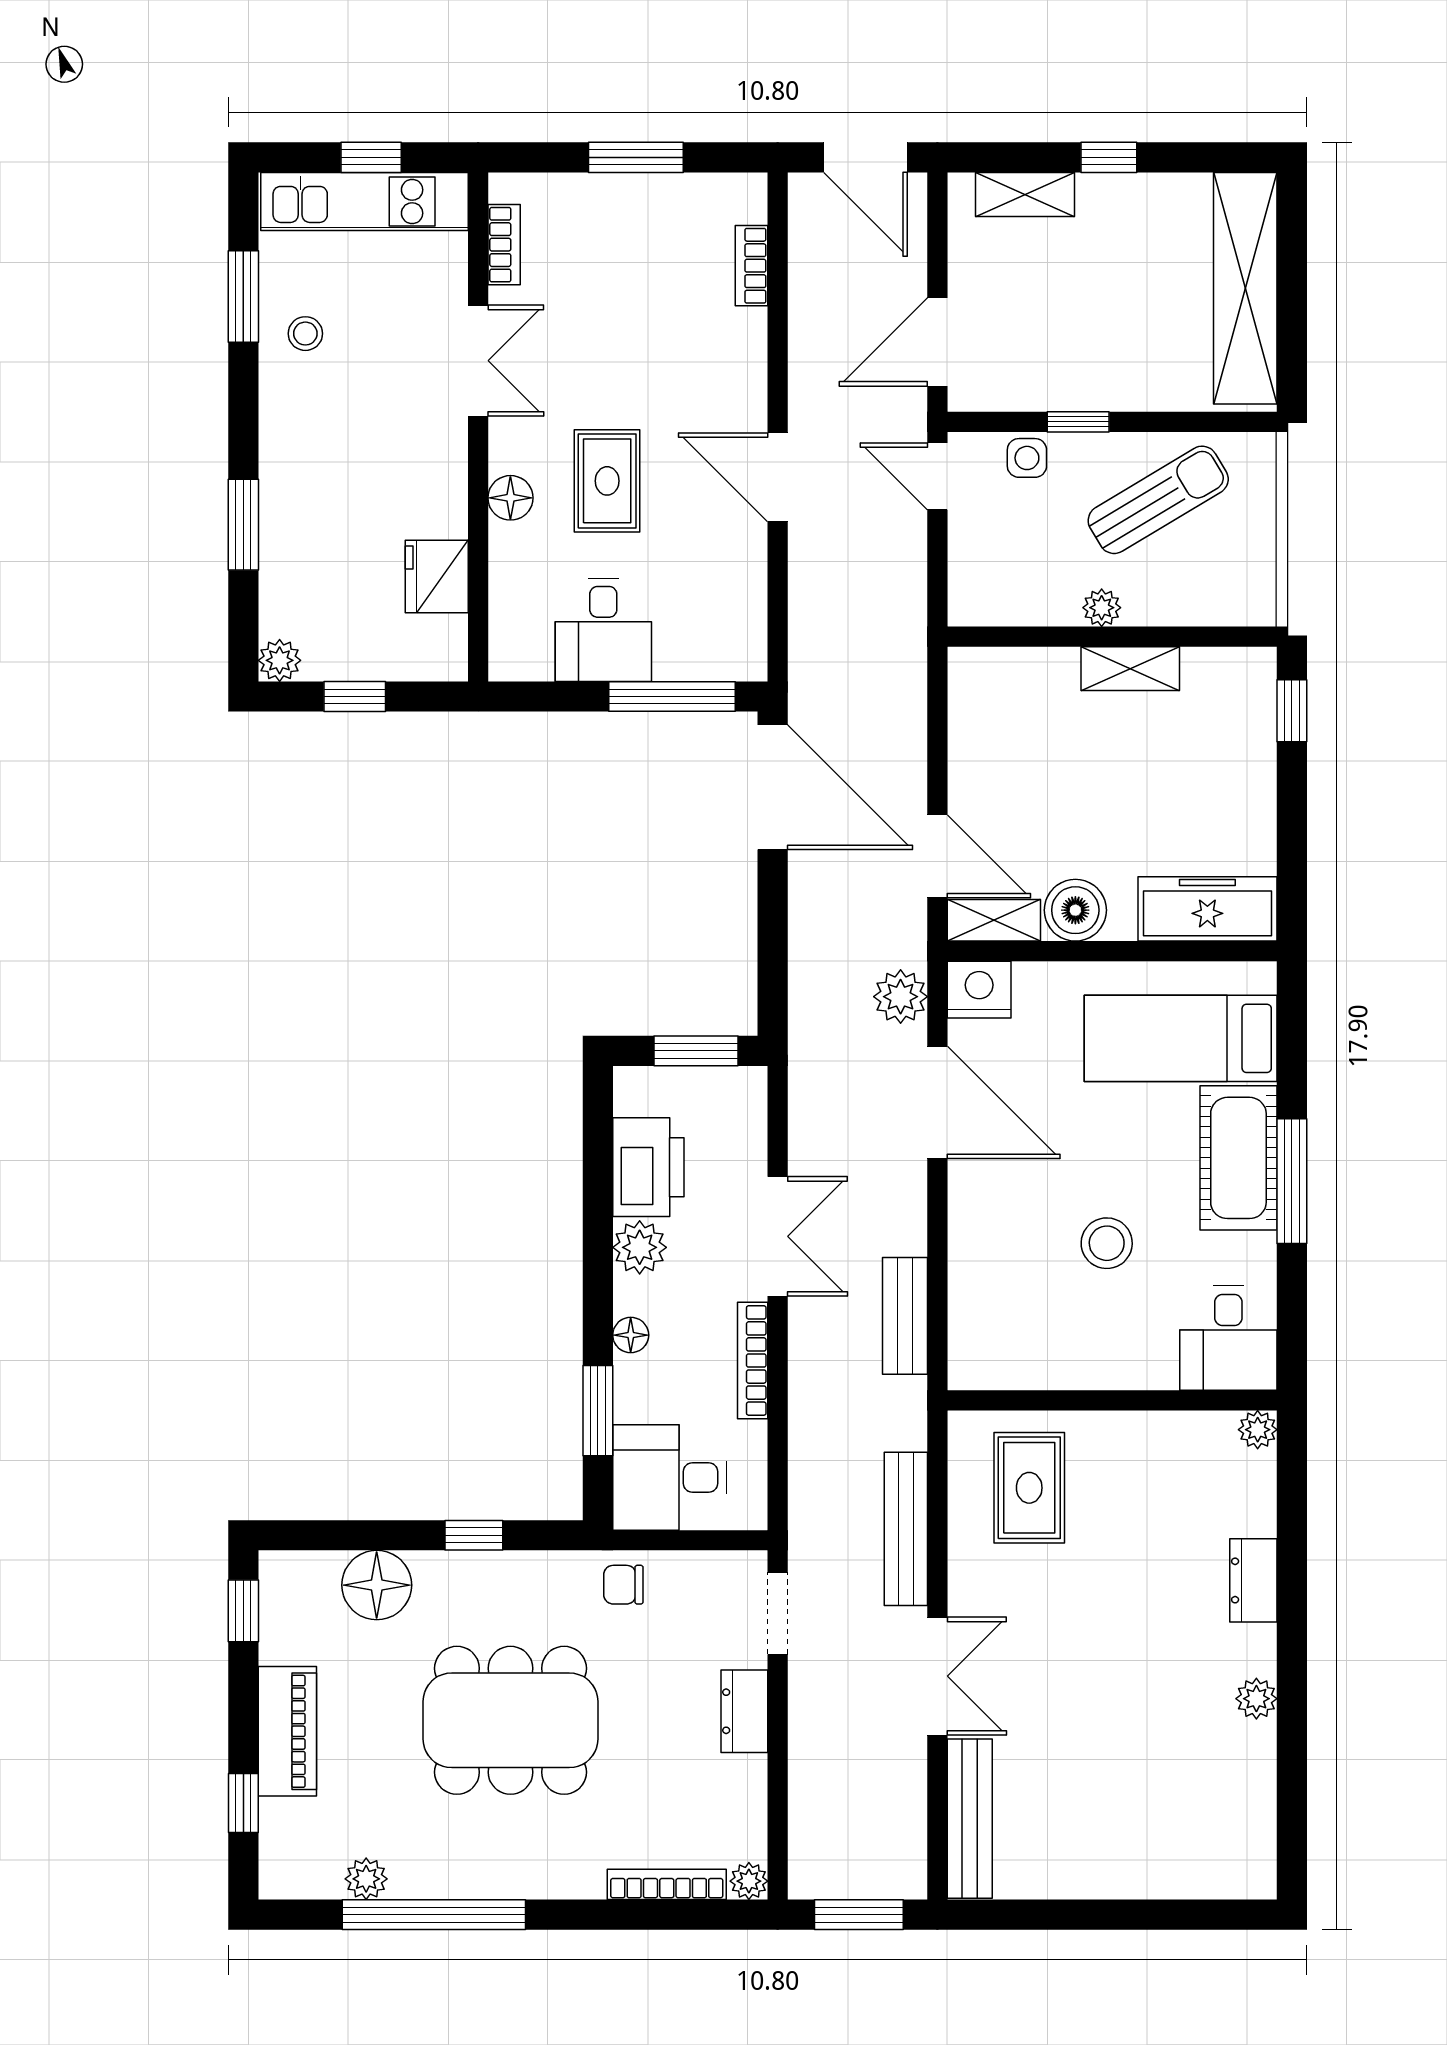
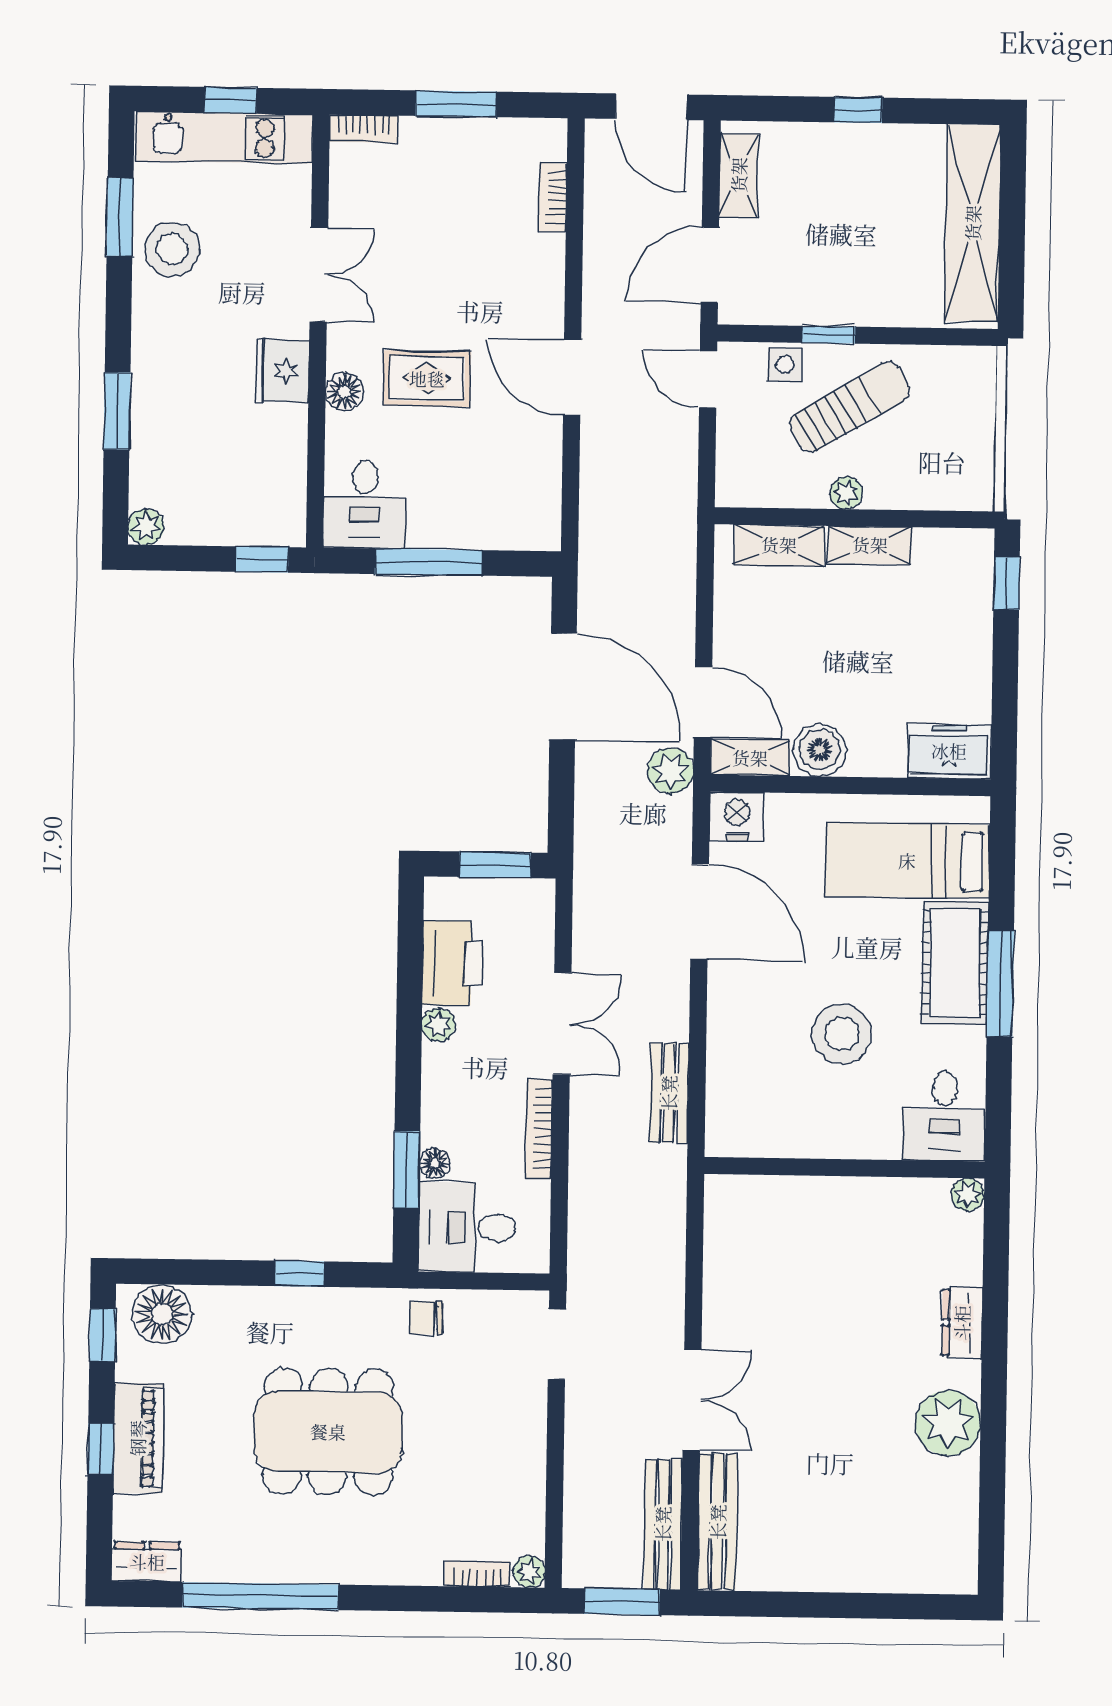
shelving: (1025, 194) -> (739, 175), moved, turned 90
bookcase: (504, 245) -> (364, 129), moved, turned 90
stool: (305, 334) -> (172, 249), width x1.89, depth x1.89
rug: (607, 481) -> (427, 379), turned 90
sun lounger: (1158, 500) -> (850, 407), moved
fridge: (437, 576) -> (282, 371), moved
desk: (603, 630) -> (365, 504), moved
shelving: (1024, 670) -> (779, 545), added
window: (355, 697) -> (262, 559), moved
window: (672, 697) -> (429, 562), moved
door: (773, 787) -> (563, 686), moved
freezer: (1207, 909) -> (949, 751), width x0.71
plant: (901, 997) -> (671, 771), moved
stool: (1107, 1243) -> (842, 1034), width x1.38, depth x1.38
plant: (640, 1247) -> (438, 1025), width x0.73, depth x0.73
floor lamp: (631, 1335) -> (435, 1163), moved
rug: (1029, 1488) -> (773, 1241), removed
bench: (906, 1529) -> (663, 1524), moved
floor lamp: (377, 1585) -> (162, 1314), moved
plant: (1256, 1699) -> (948, 1423), width x1.88, depth x1.88
dresser: (744, 1711) -> (147, 1562), moved, turned 90
window: (243, 1803) -> (101, 1449), moved
plant: (366, 1879) -> (203, 1565), removed
bookcase: (667, 1884) -> (477, 1574), width x0.64

